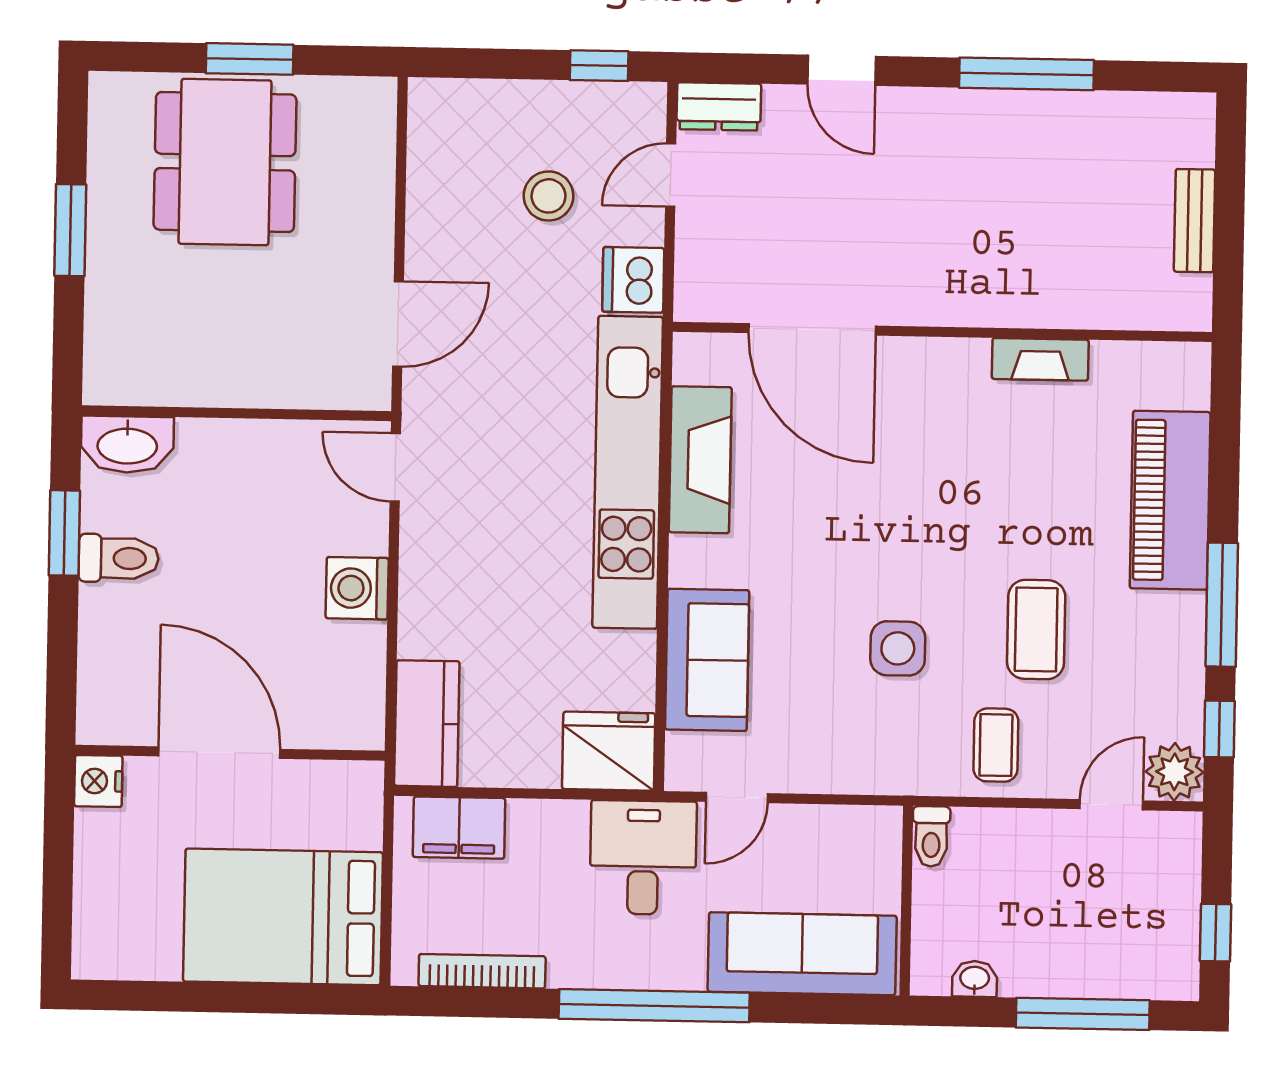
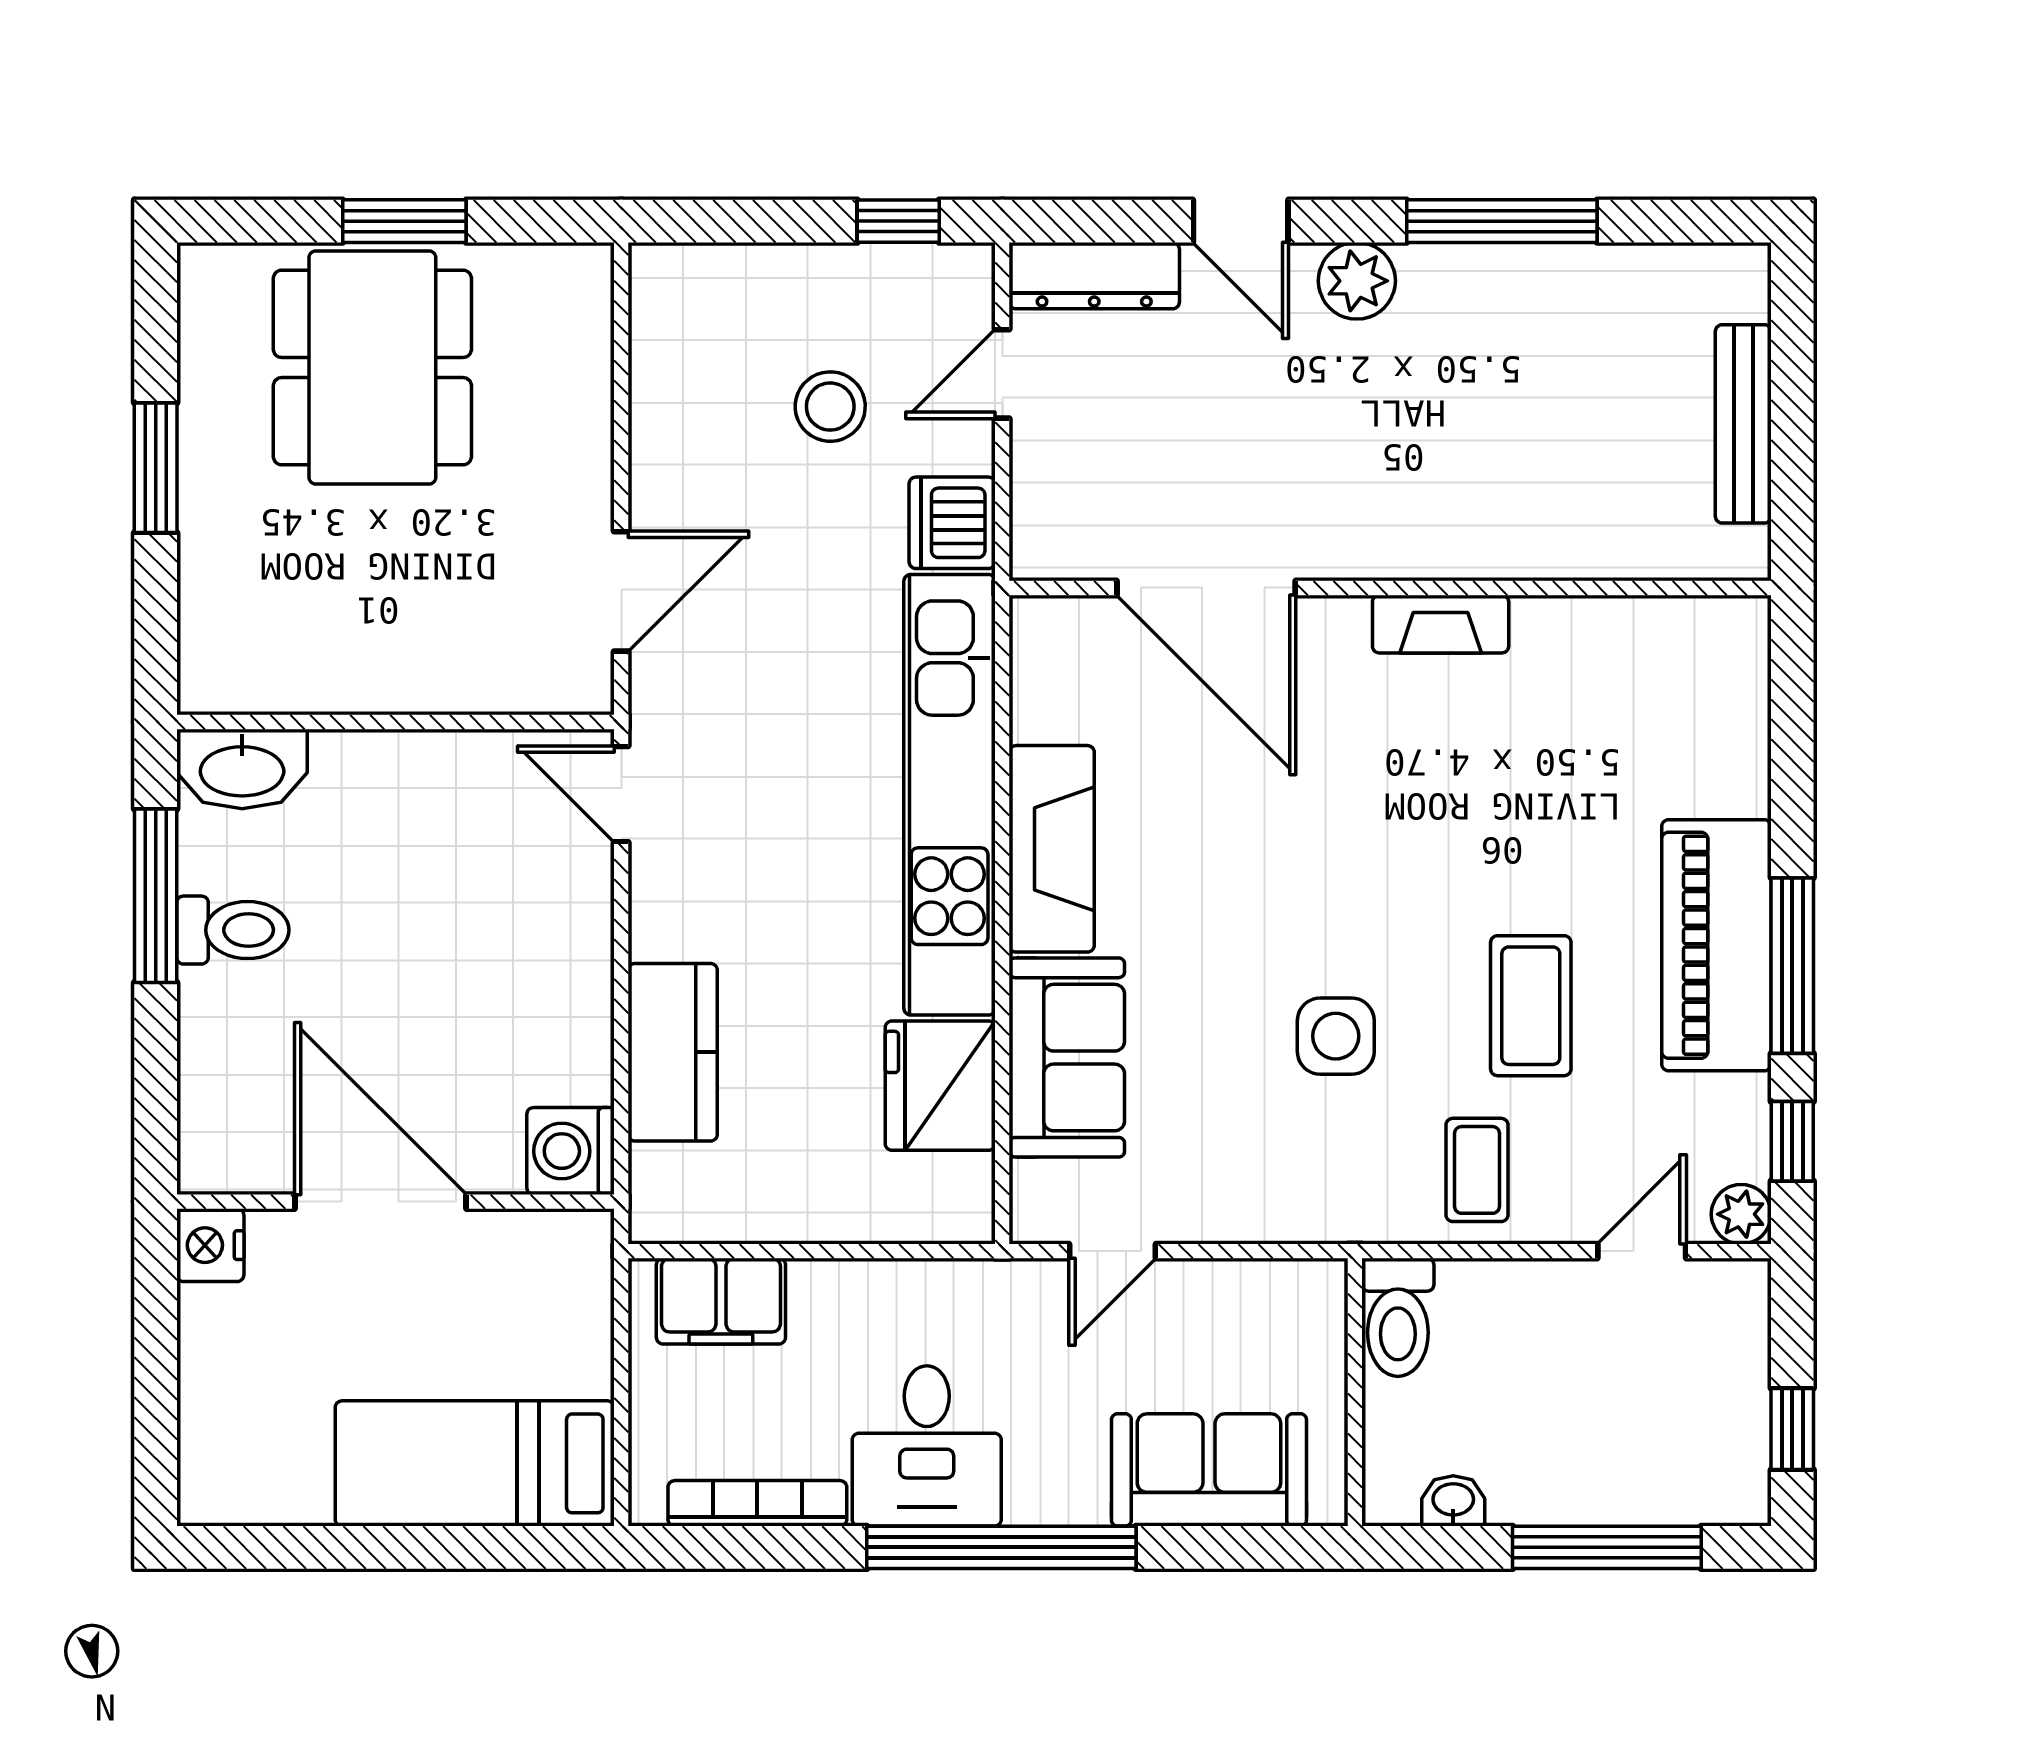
dresser: (719, 106) -> (1094, 276), width x1.44
plant: (923, 114) -> (1357, 281), added
bench: (1195, 221) -> (1743, 424), width x1.36
fireplace: (1040, 359) -> (1441, 624), moved
fireplace: (700, 460) -> (1052, 849), moved
piano: (1170, 500) -> (1716, 945), moved
window: (64, 533) -> (156, 896), width x1.44
washing machine: (357, 588) -> (571, 1151), moved
kitchen counter: (427, 724) -> (673, 1052), moved
fridge: (609, 751) -> (940, 1086), moved, turned -90
plant: (1175, 772) -> (1741, 1214), width x0.73, depth x0.73
toilet: (931, 836) -> (1398, 1317), width x1.37, depth x1.39
desk: (643, 858) -> (927, 1446), moved, turned 180
bed: (283, 917) -> (475, 1463), width x0.67
sofa: (802, 954) -> (1209, 1470), width x0.73

